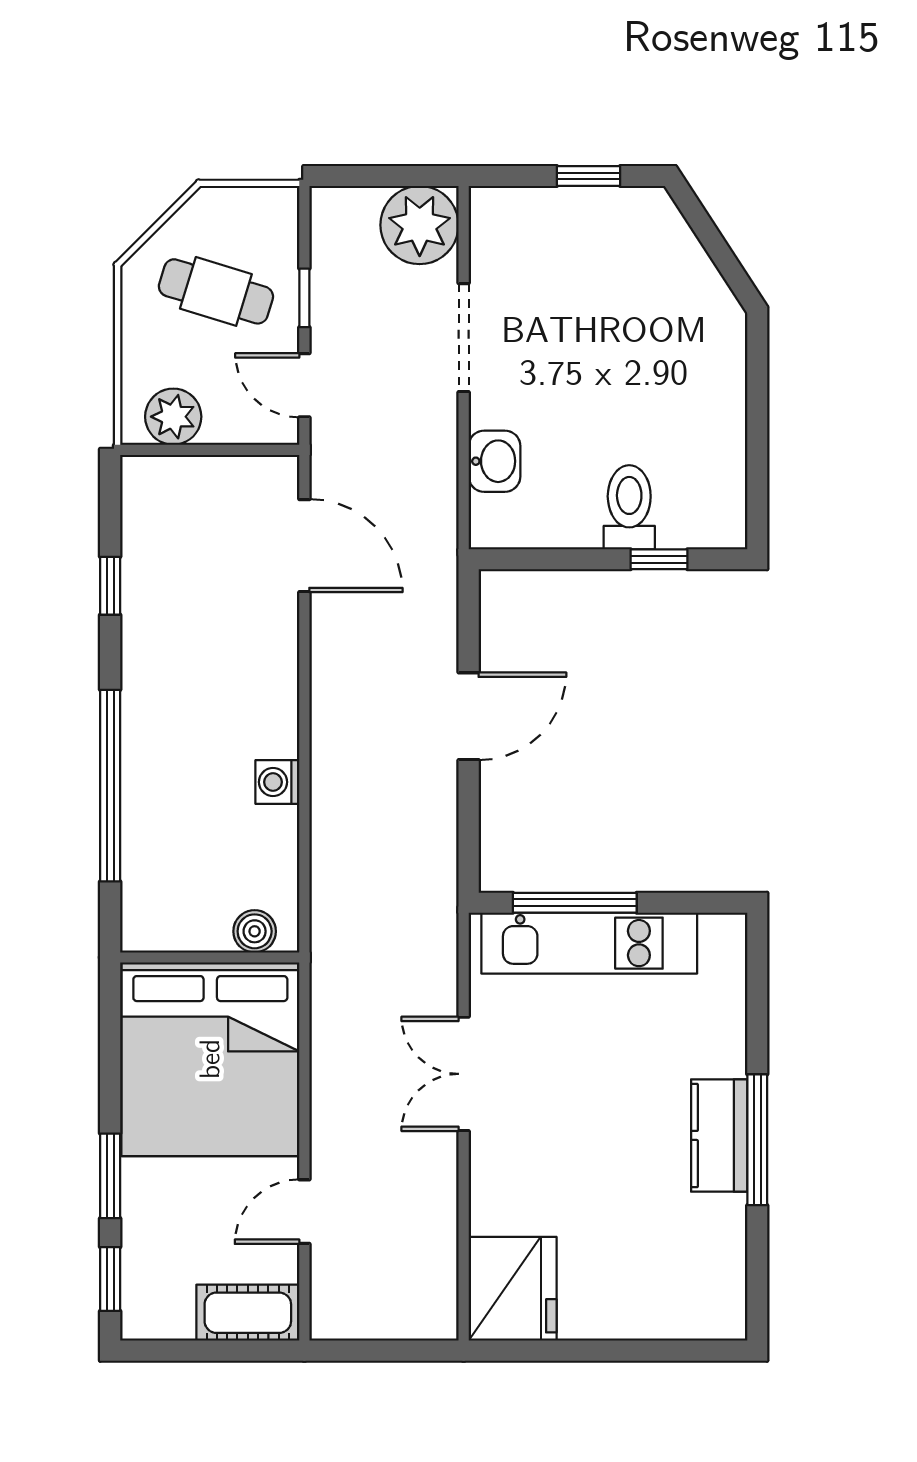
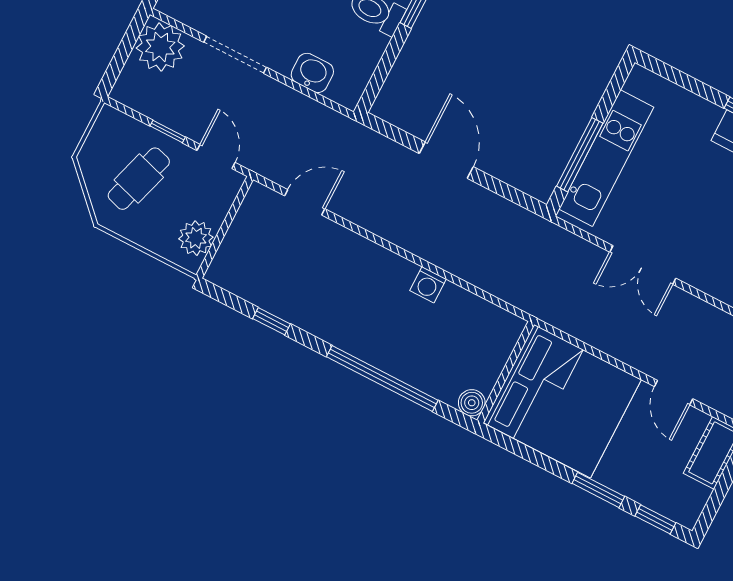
door: (304, 385) -> (216, 156), swing flipped
door: (304, 546) -> (305, 202), width x0.73
boiler: (255, 931) -> (472, 403), moved

